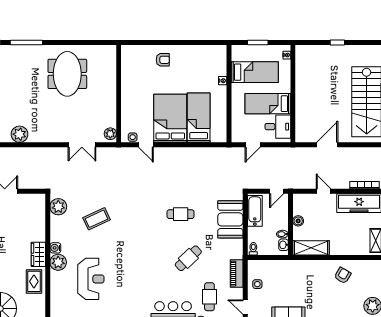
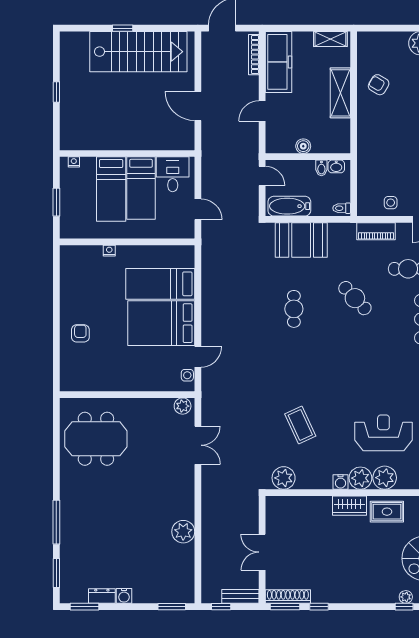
bed: (255, 72) -> (111, 189), moved, turned 180
meeting table: (67, 74) -> (96, 439), moved
shelving: (311, 248) -> (340, 93), moved
plant: (59, 280) -> (385, 478), added

